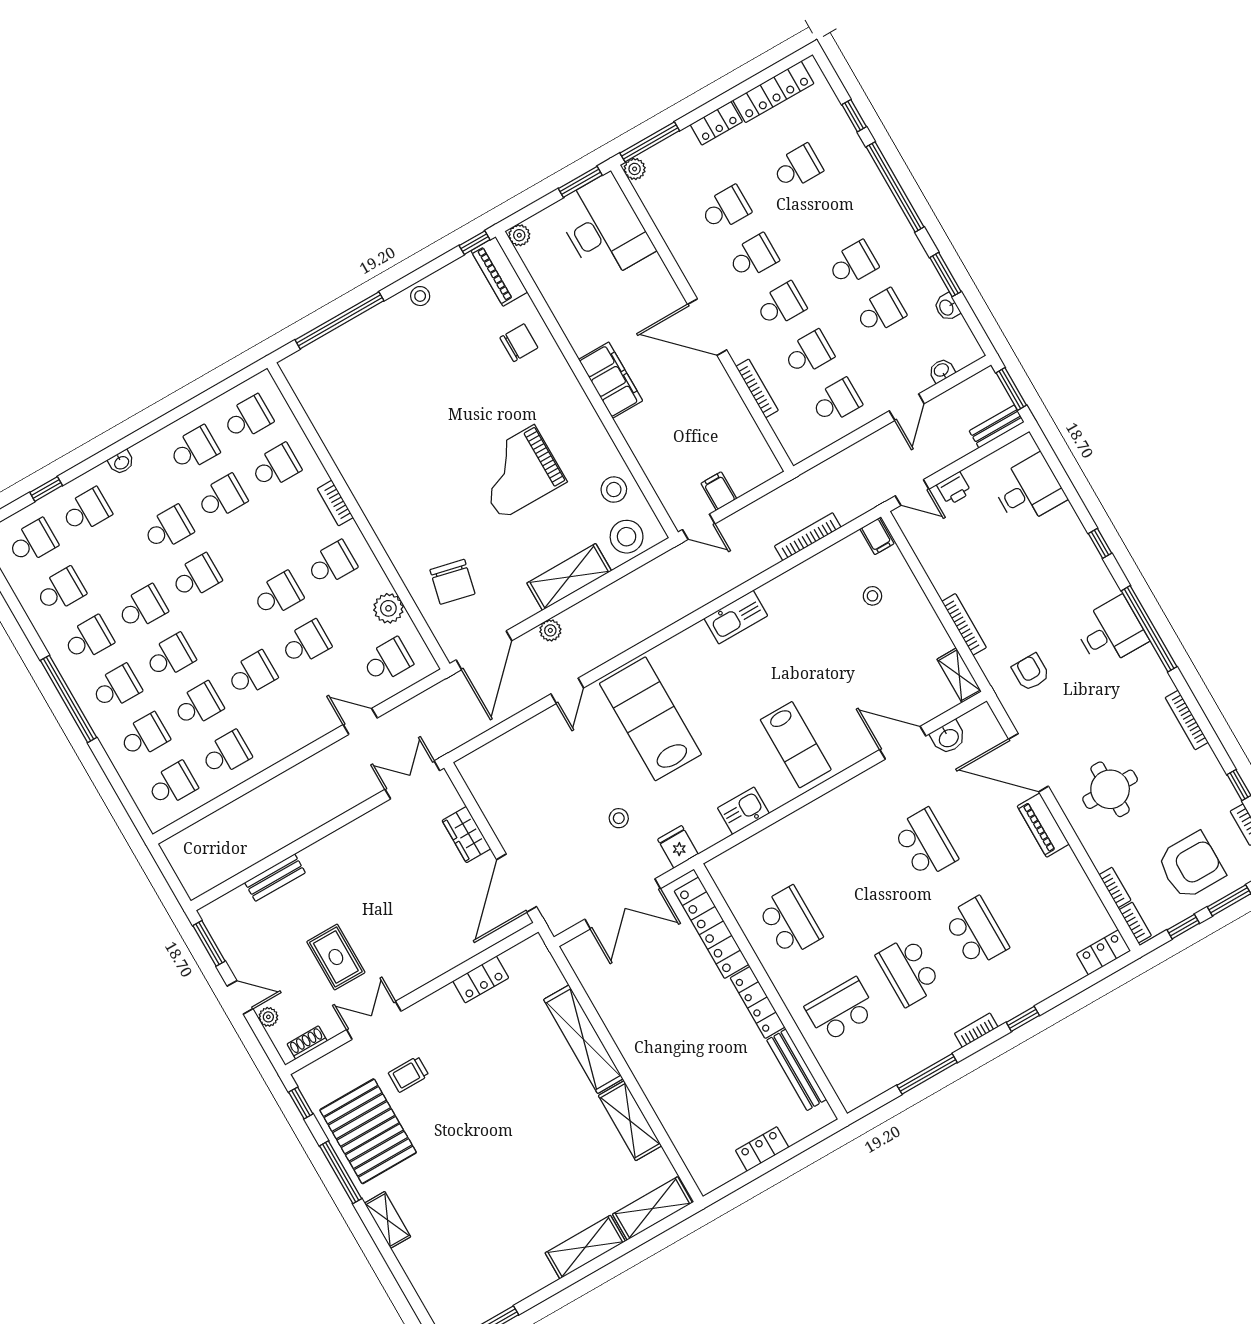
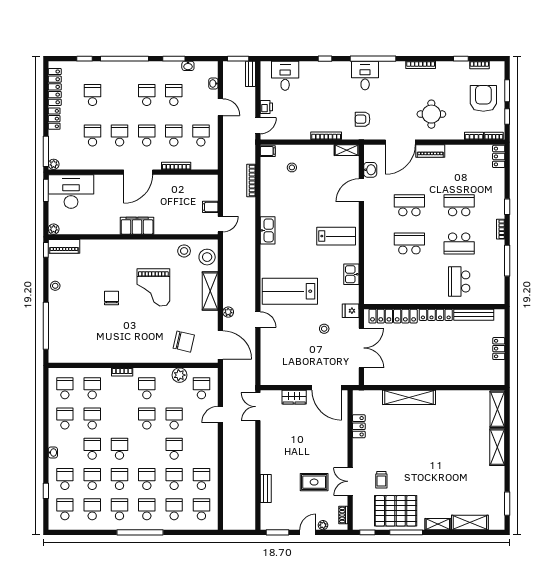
chair: (519, 343) -> (111, 298), moved
school desk: (114, 559) -> (92, 479), added
school desk: (790, 921) -> (409, 243), moved
shelving: (630, 1121) -> (470, 523), moved

